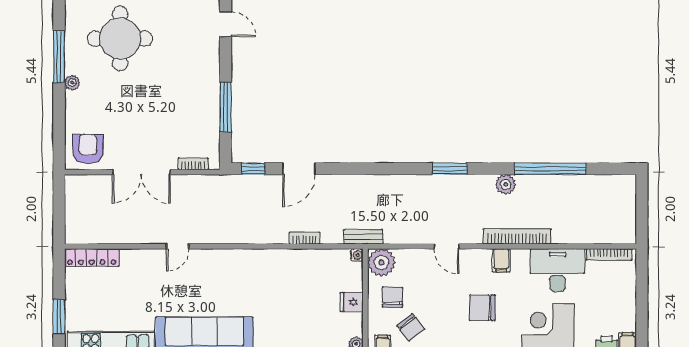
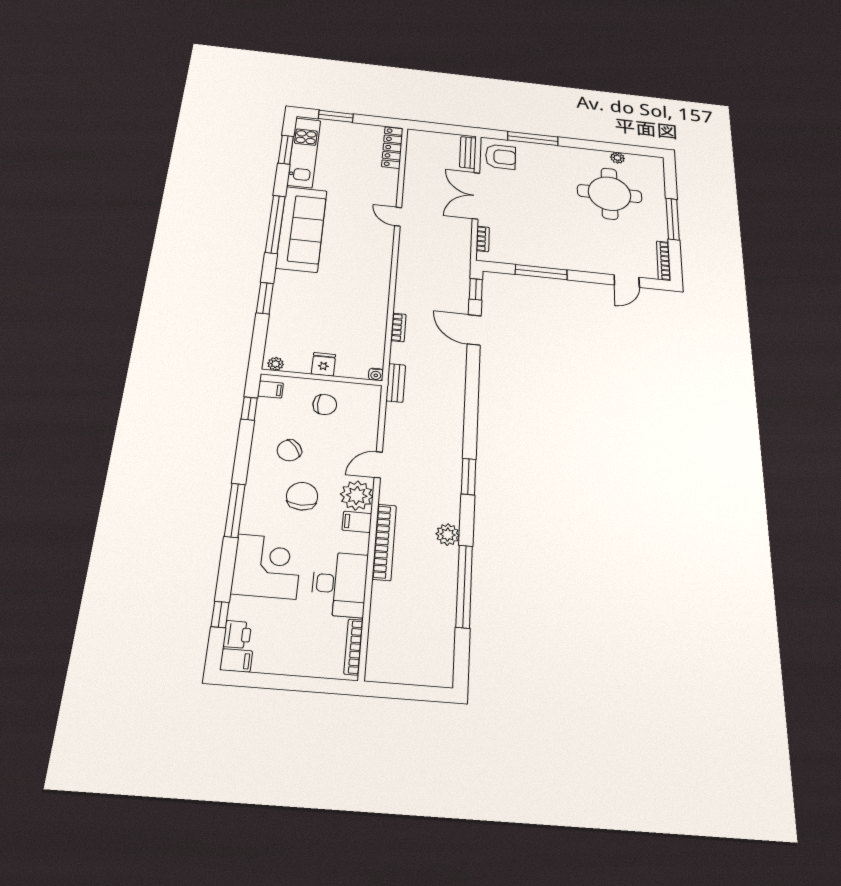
window: (59, 57) -> (533, 139), moved
plant: (72, 83) -> (617, 158), moved
bench: (87, 182) -> (468, 152), added
plant: (381, 262) -> (357, 495), moved
chair: (411, 327) -> (289, 450), moved

